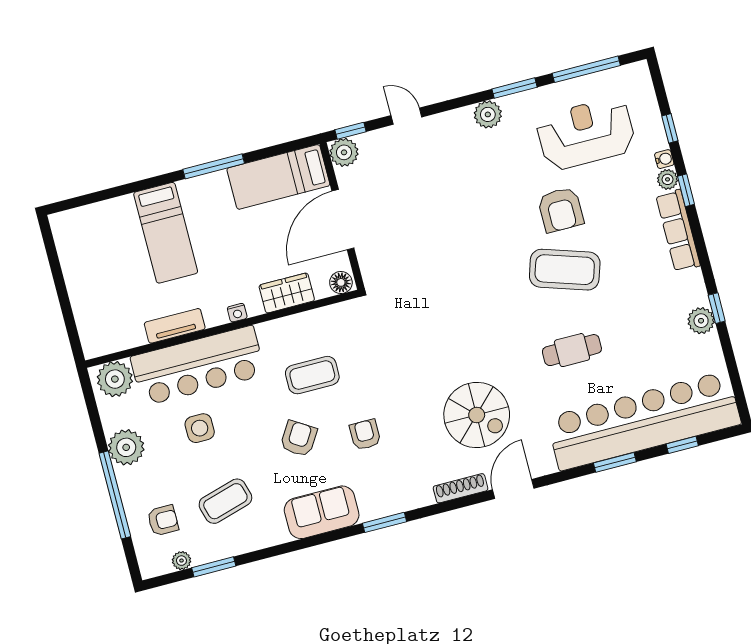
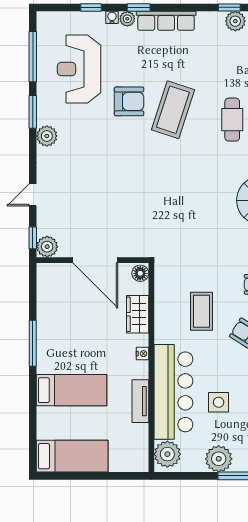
bed: (278, 177) -> (72, 456), moved, turned -90

